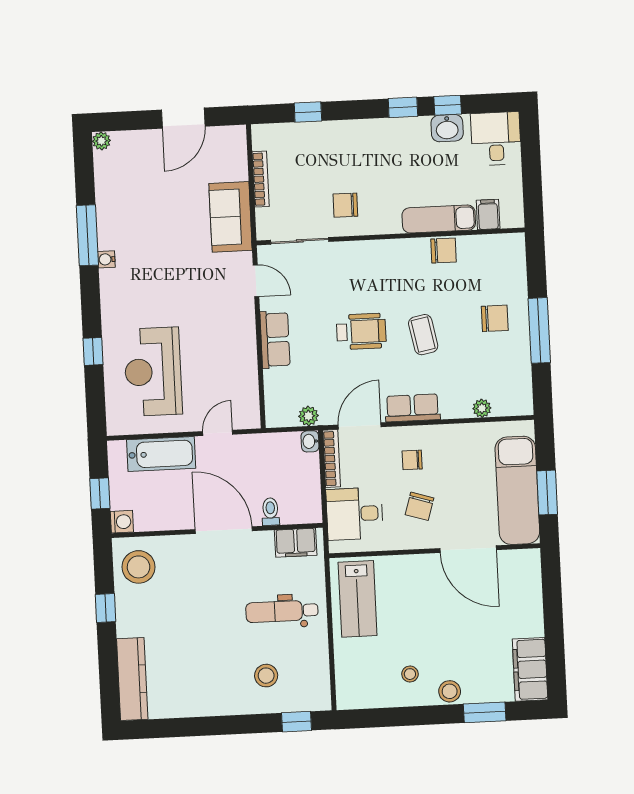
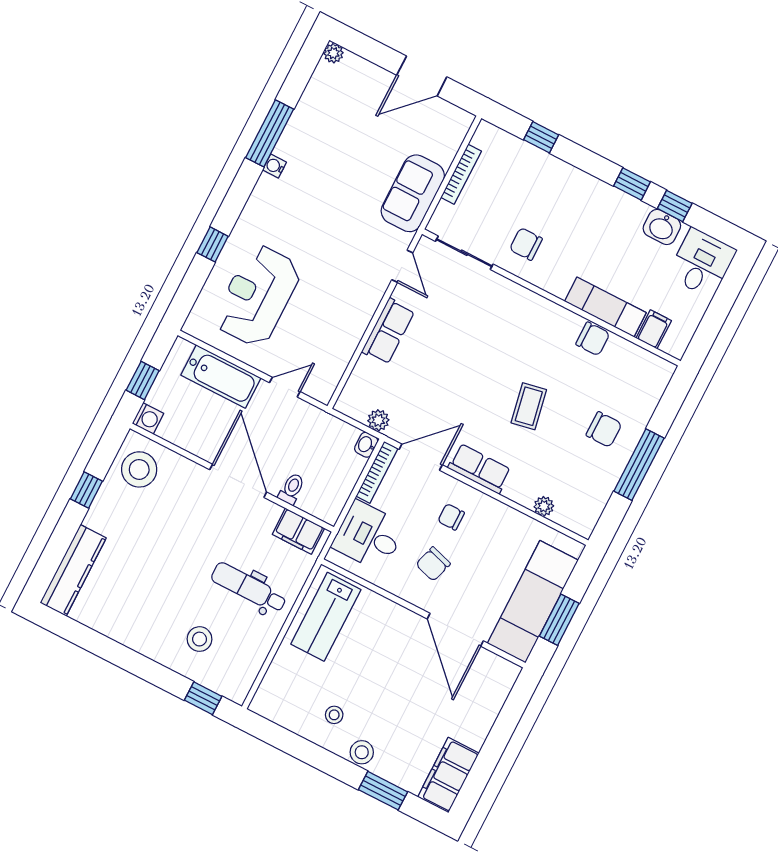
wheelchair: (361, 331) -> (473, 370), removed

